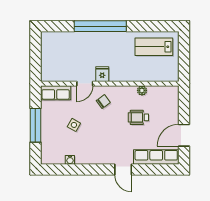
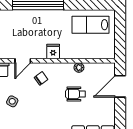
fridge: (102, 74) -> (53, 51), moved
door: (184, 135) -> (120, 86), moved

